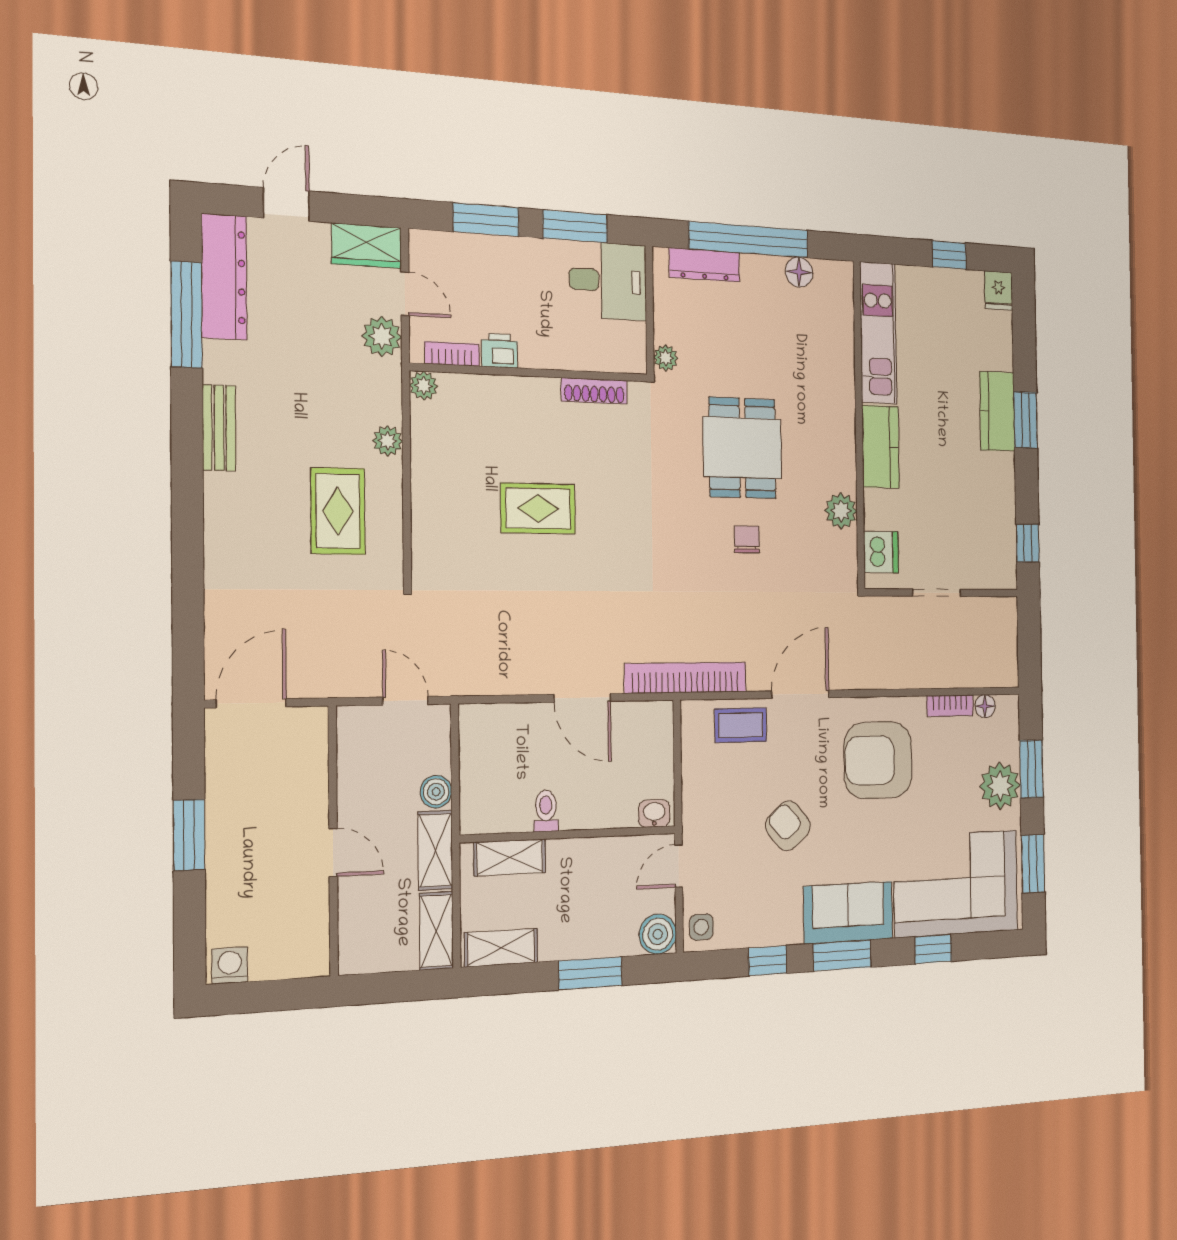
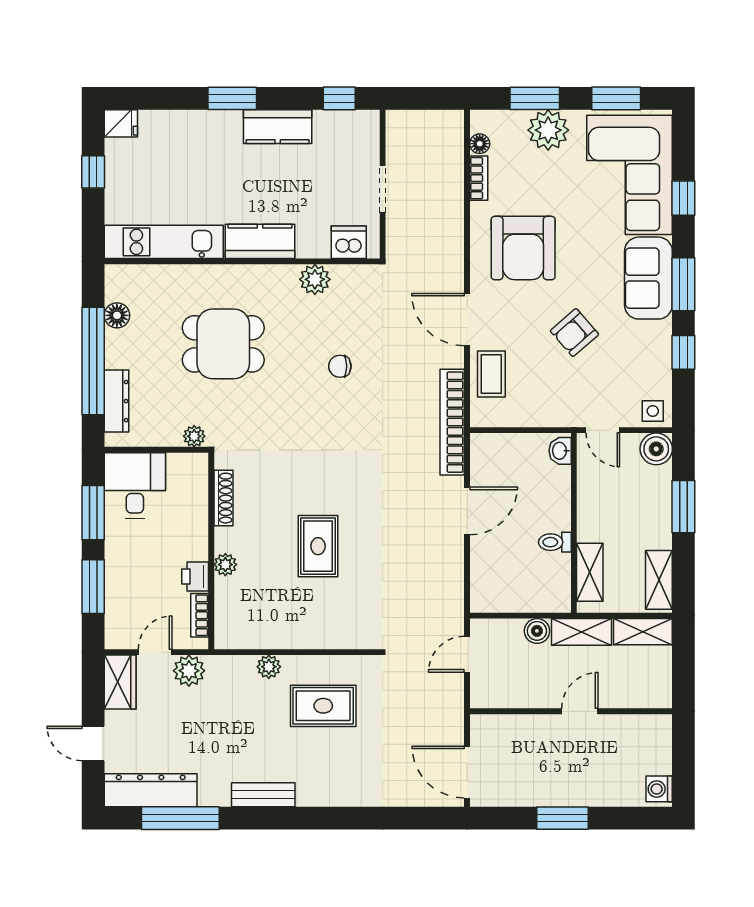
plant: (424, 386) -> (225, 565), moved
kitchen counter: (997, 411) -> (278, 127), moved
dining table: (742, 448) -> (223, 344), moved

